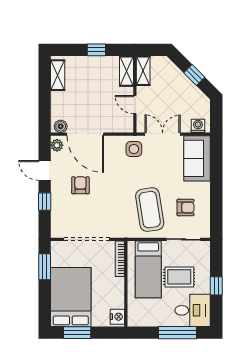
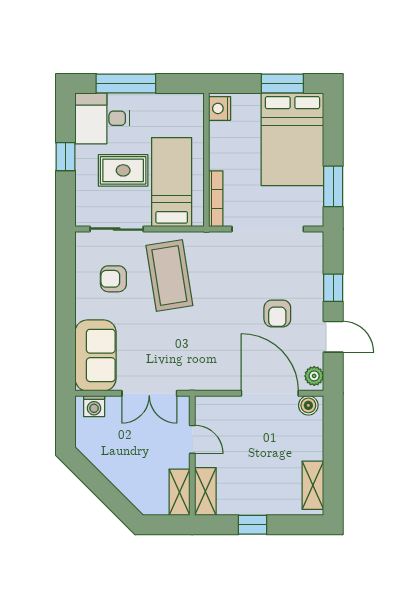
window: (194, 75) -> (100, 485), removed
side table: (134, 149) -> (194, 370), removed

